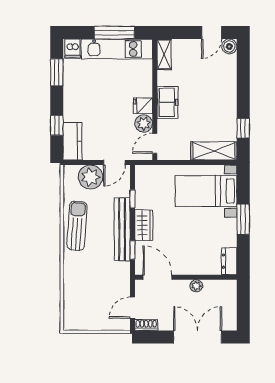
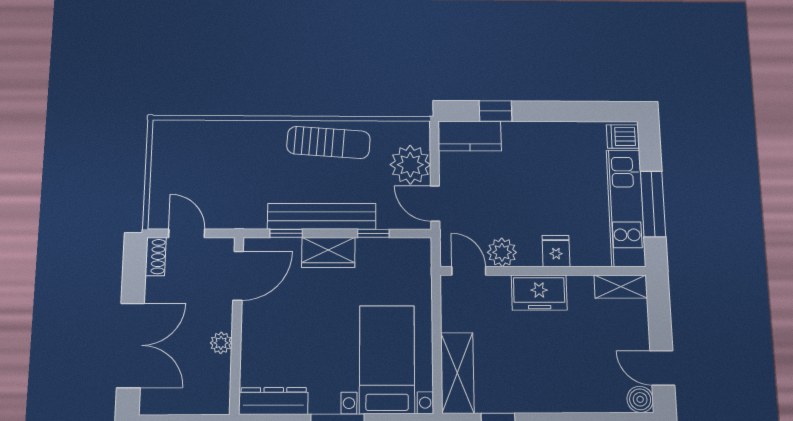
window: (57, 72) -> (583, 111), removed
fridge: (143, 106) -> (556, 251), moved
dresser: (229, 261) -> (273, 401), width x1.44

